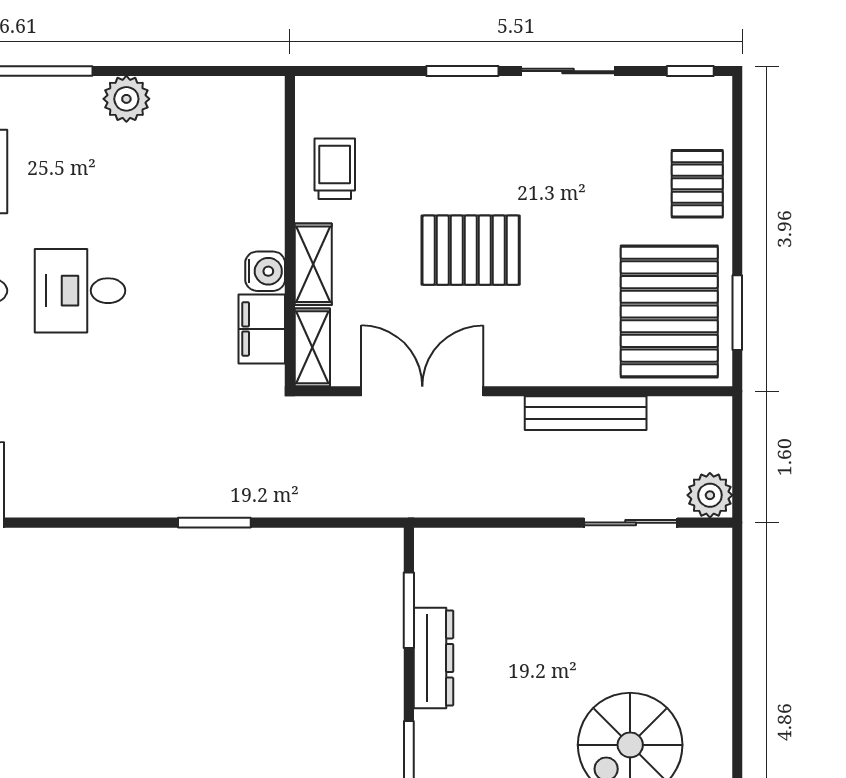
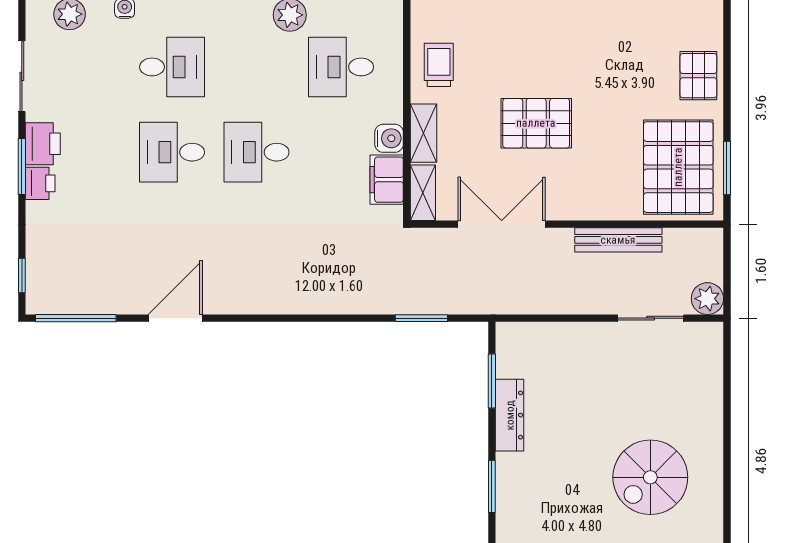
desk: (198, 172) -> (341, 67), added
window: (214, 523) -> (421, 318), moved

